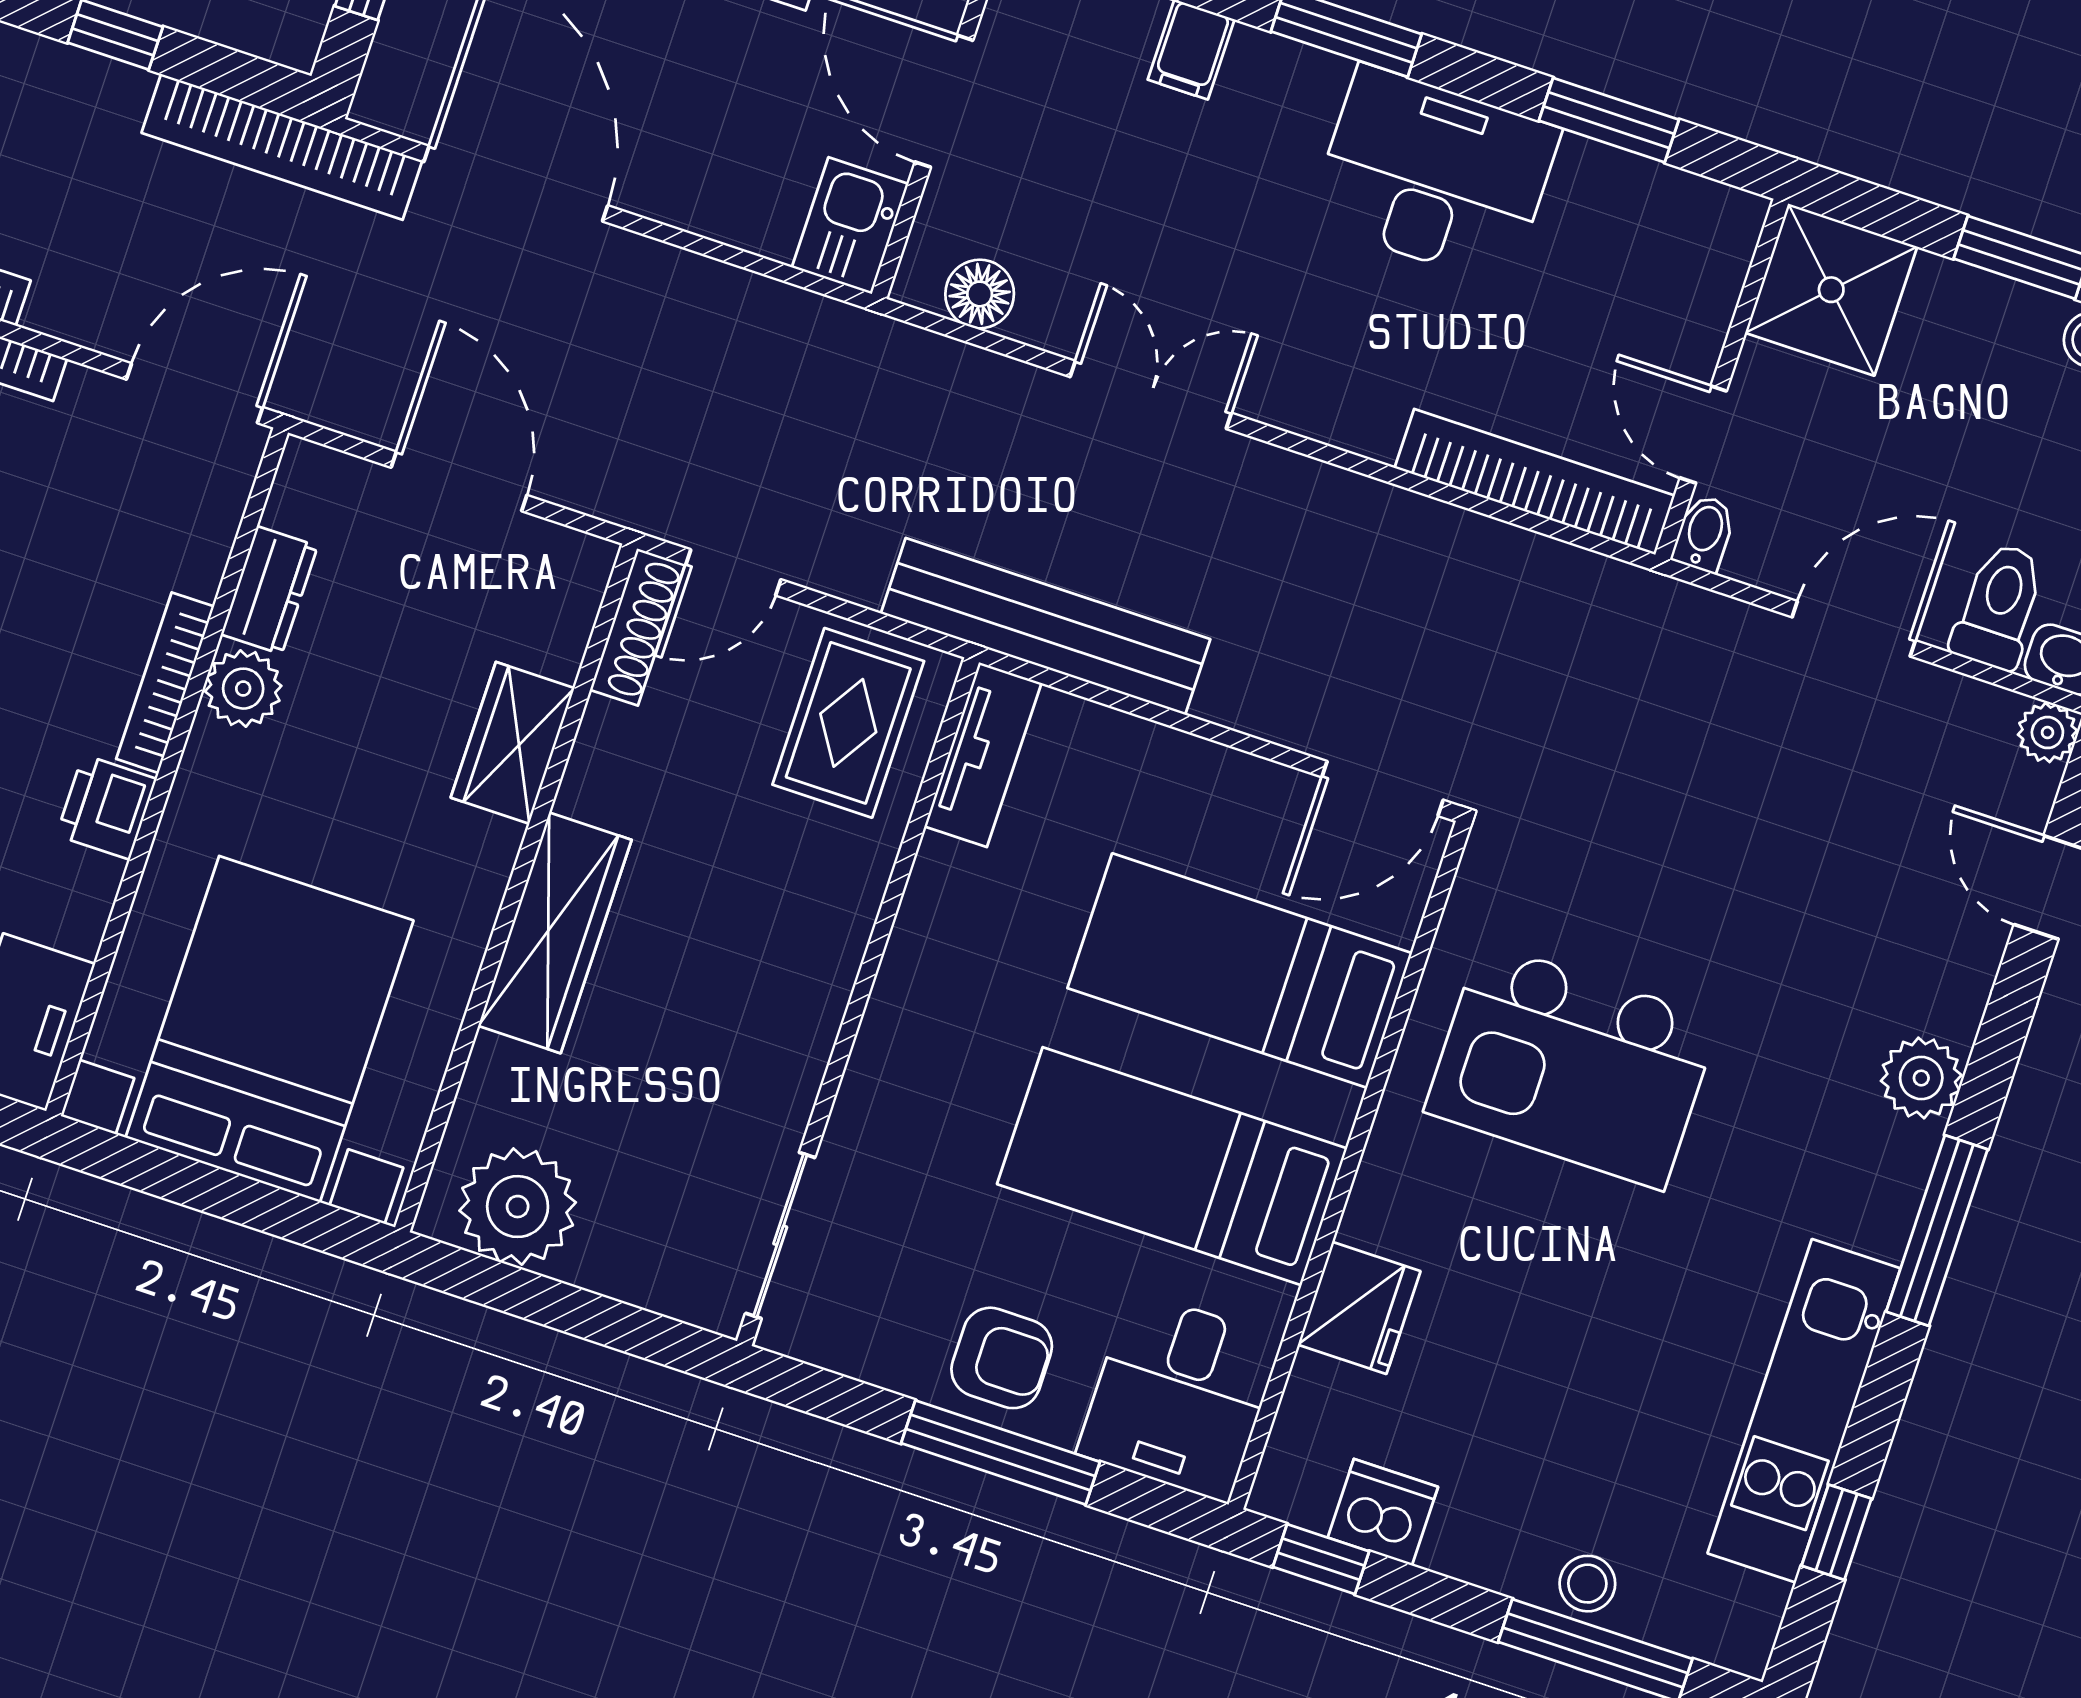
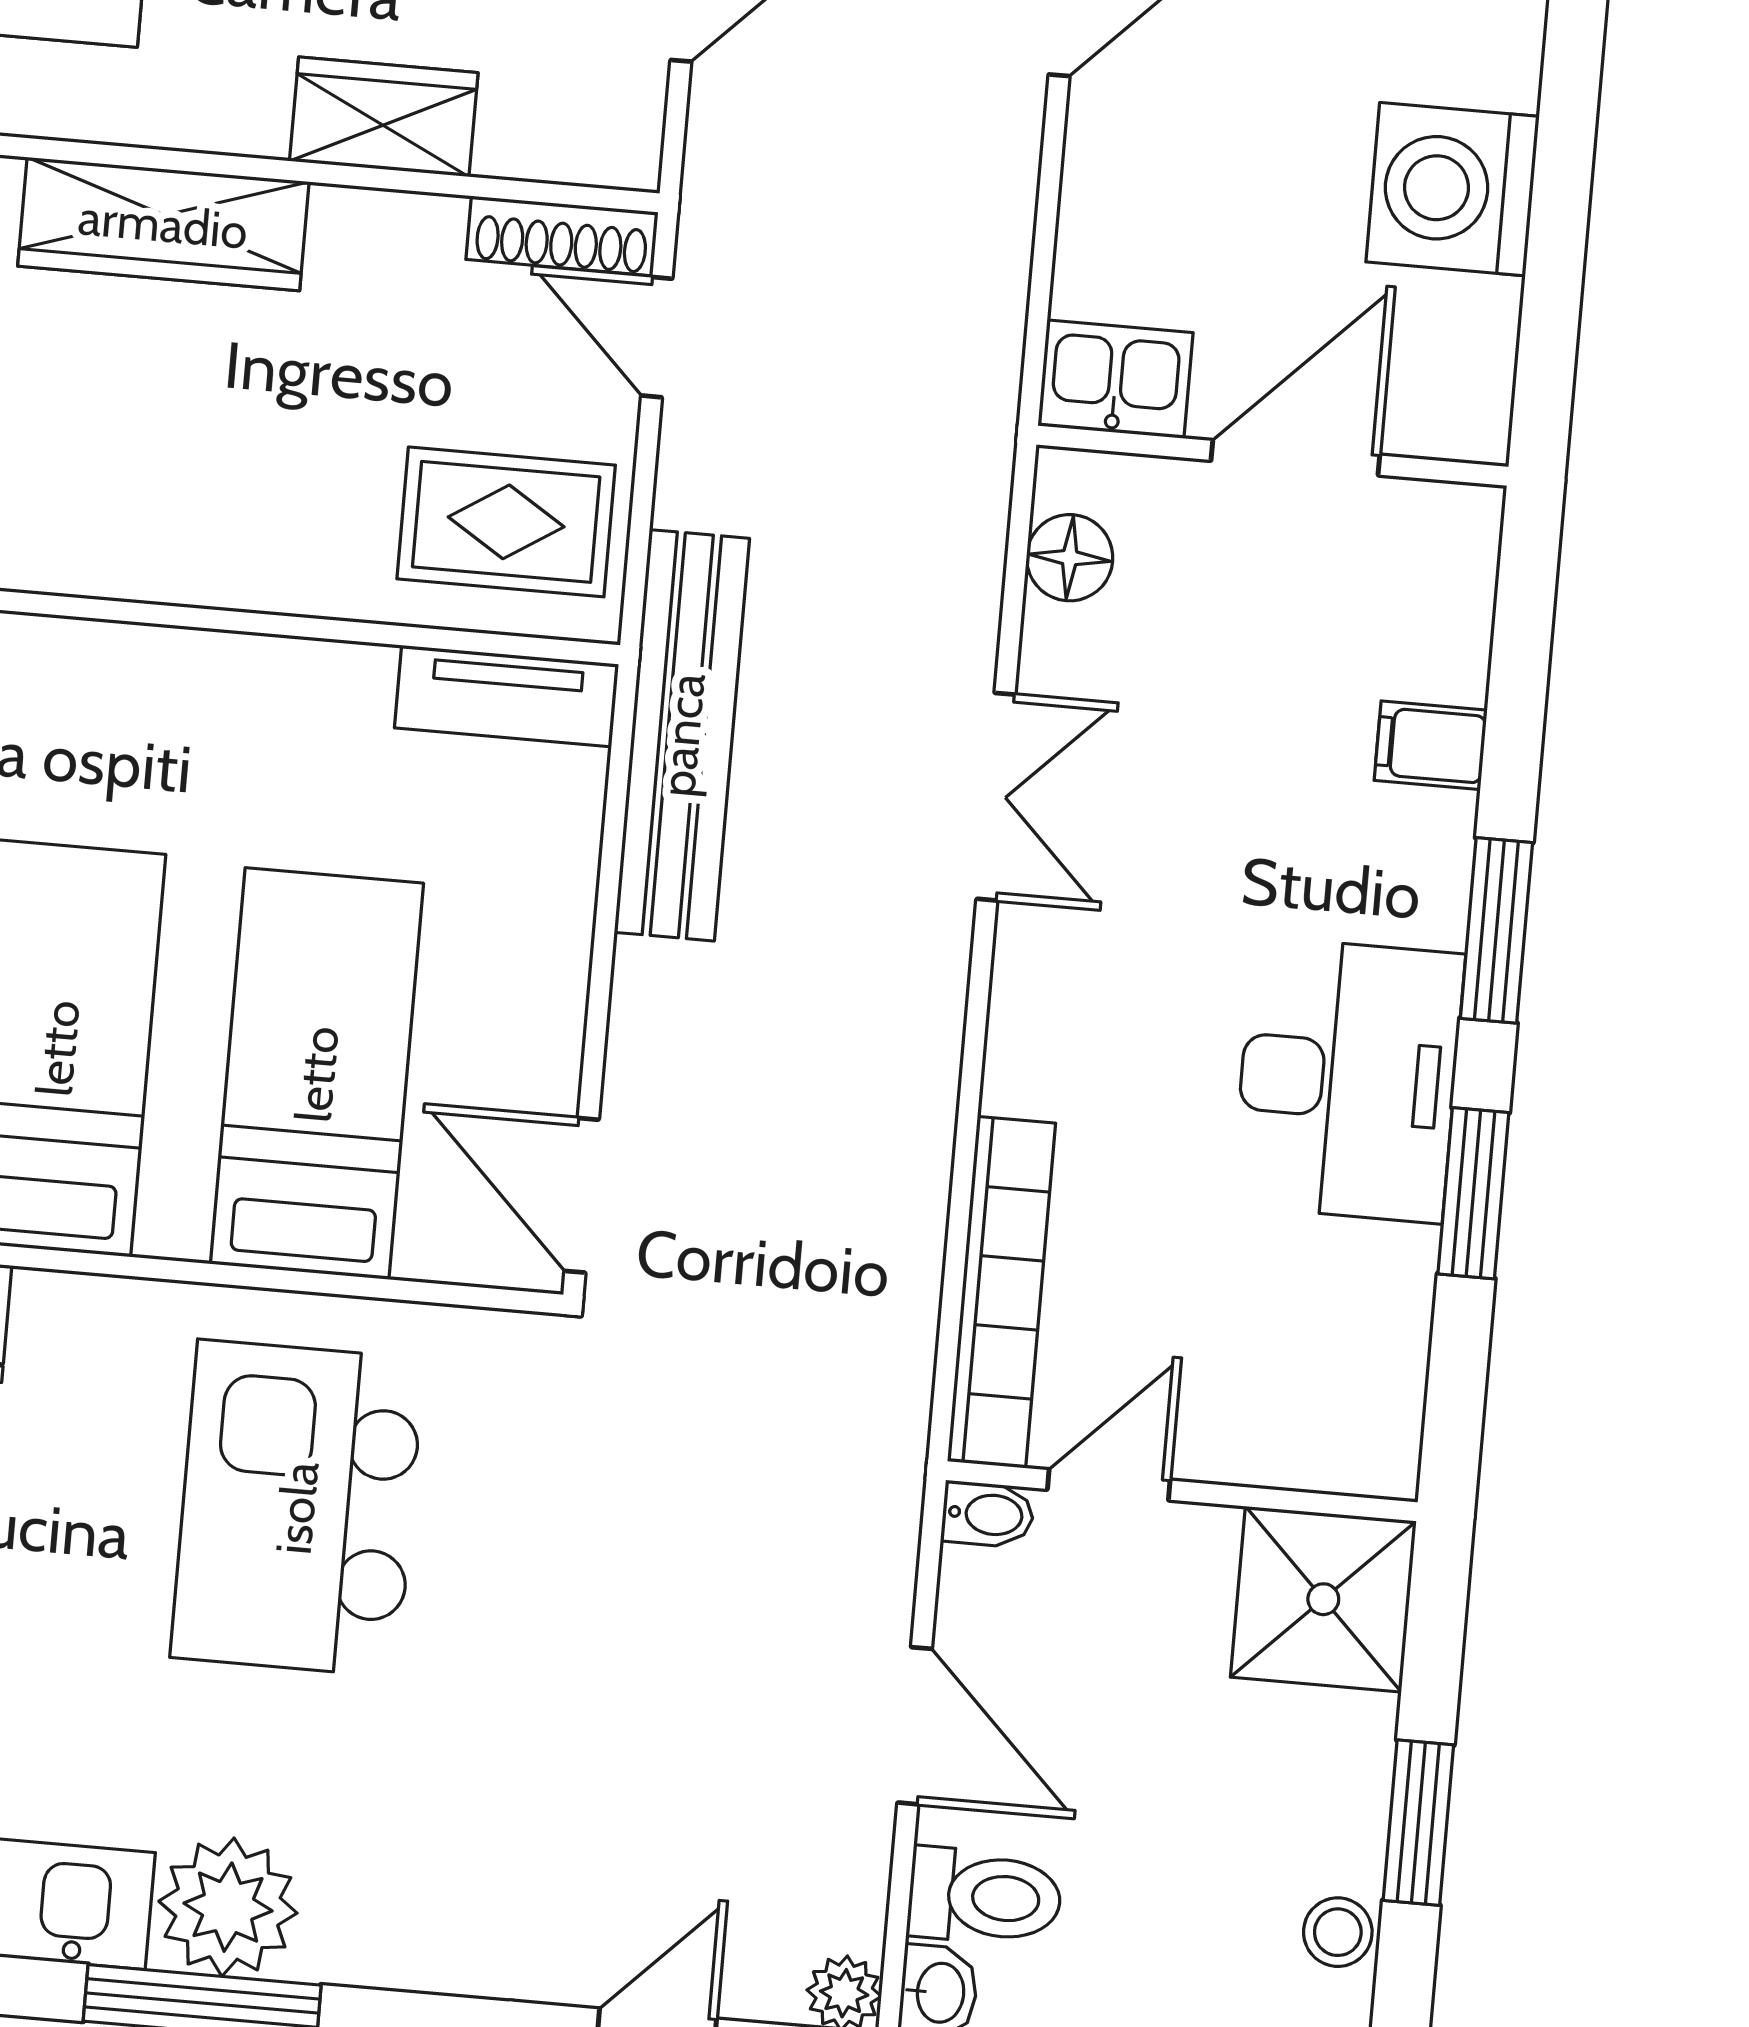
window: (1609, 120) -> (1473, 1193), moved
plant: (1921, 1078) -> (228, 1907), moved, width x1.36, depth x1.36

